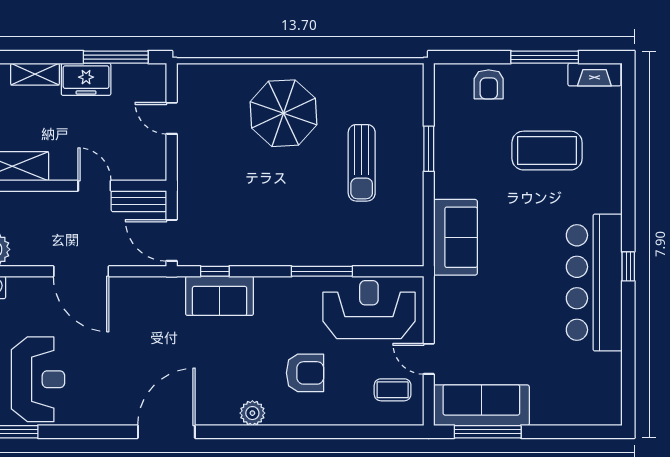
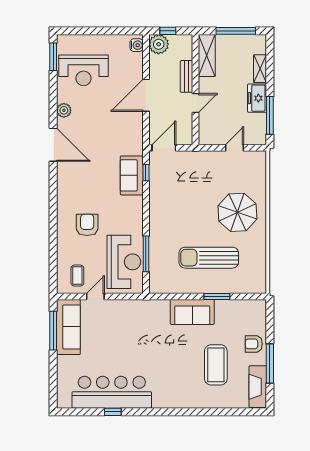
fireplace: (594, 75) -> (258, 387), width x1.37, depth x1.32
armchair: (489, 84) -> (254, 344), moved
sun lounger: (362, 163) -> (209, 258), width x1.36, depth x1.34
bench: (139, 201) -> (187, 76), moved
sofa: (455, 237) -> (192, 312), moved
window: (628, 266) -> (113, 412), moved
window: (322, 271) -> (146, 254), moved
bar counter: (594, 283) -> (112, 392), moved
armchair: (305, 373) -> (87, 225), turned 180
plant: (252, 413) -> (64, 110), moved

